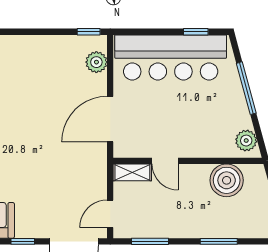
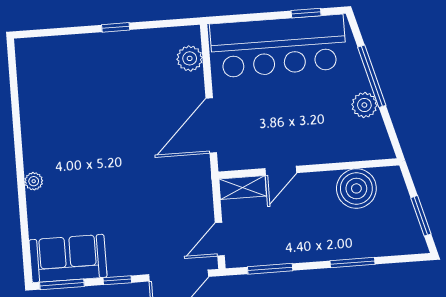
window: (89, 32) -> (116, 27), moved
plant: (246, 141) -> (364, 105), moved
door: (165, 161) -> (281, 171), hinge flipped

